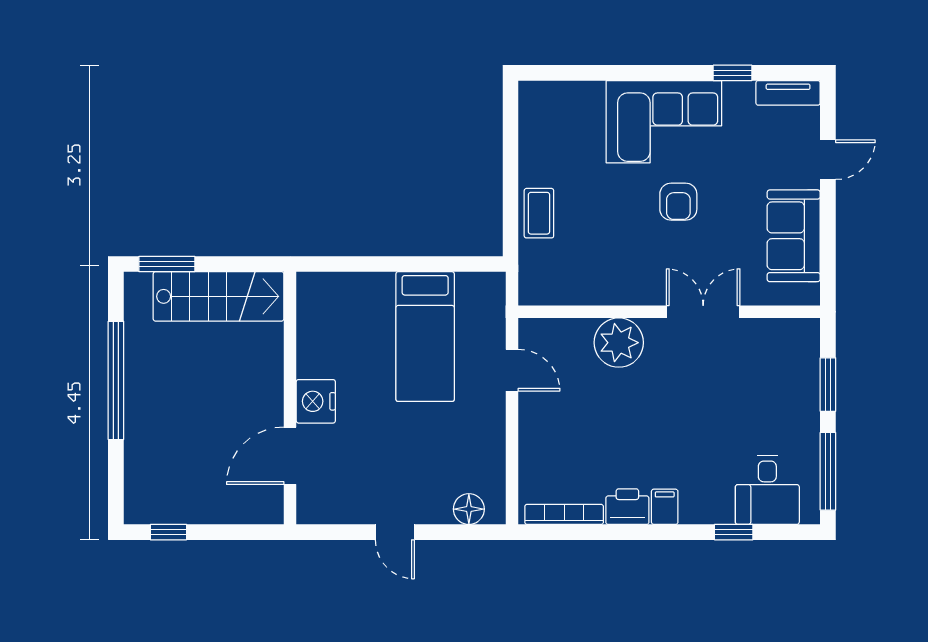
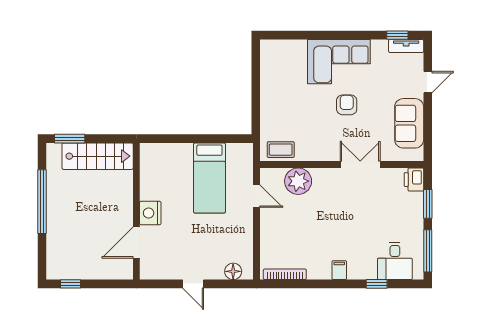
window: (733, 73) -> (397, 35), moved
armchair: (678, 202) -> (347, 105), turned 180
coffee table: (539, 213) -> (281, 150), moved, turned 90
plant: (619, 343) -> (298, 181), moved
printer: (627, 507) -> (414, 180), moved, turned -90

